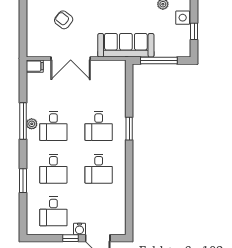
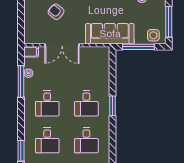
side table: (183, 18) -> (153, 35), moved
window: (194, 31) -> (169, 22), width x2.17
window: (23, 121) -> (21, 82), moved
plant: (32, 124) -> (28, 73), moved

